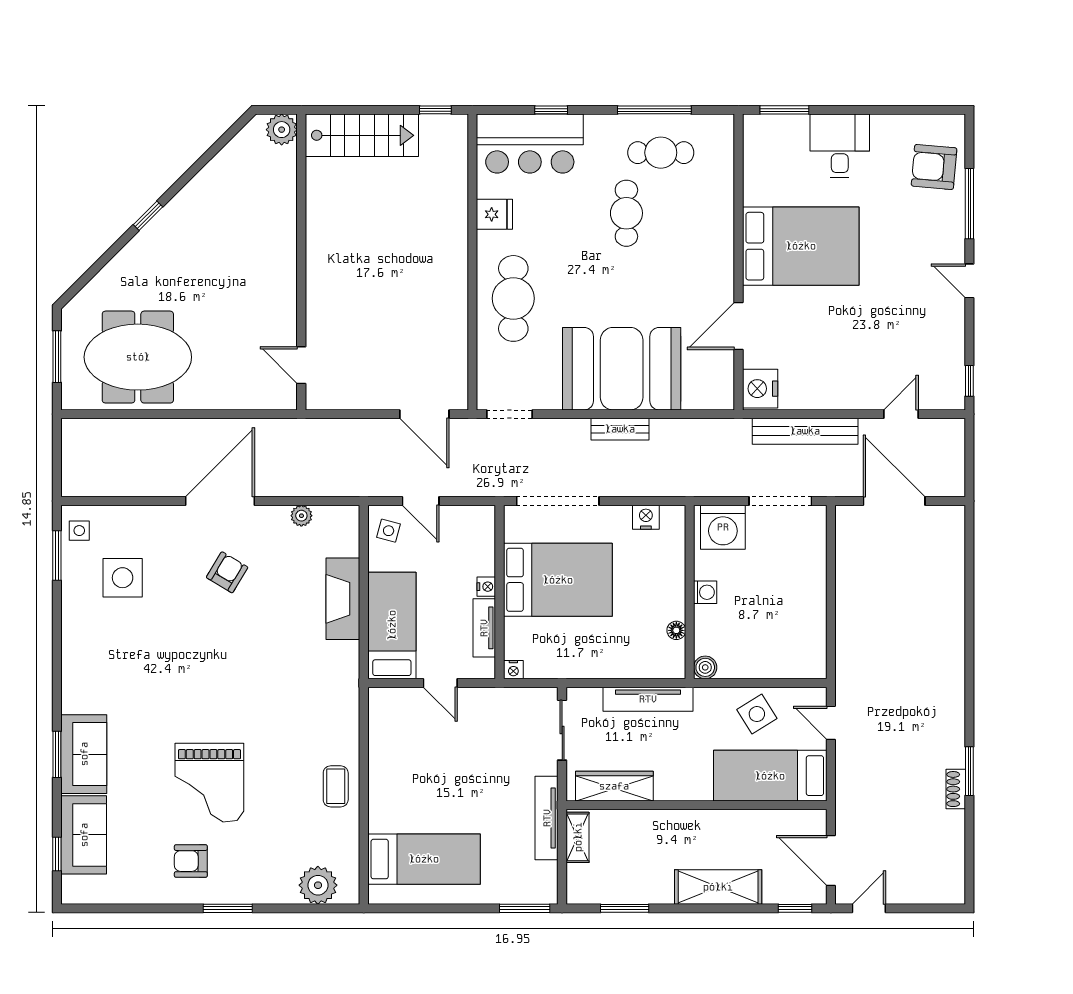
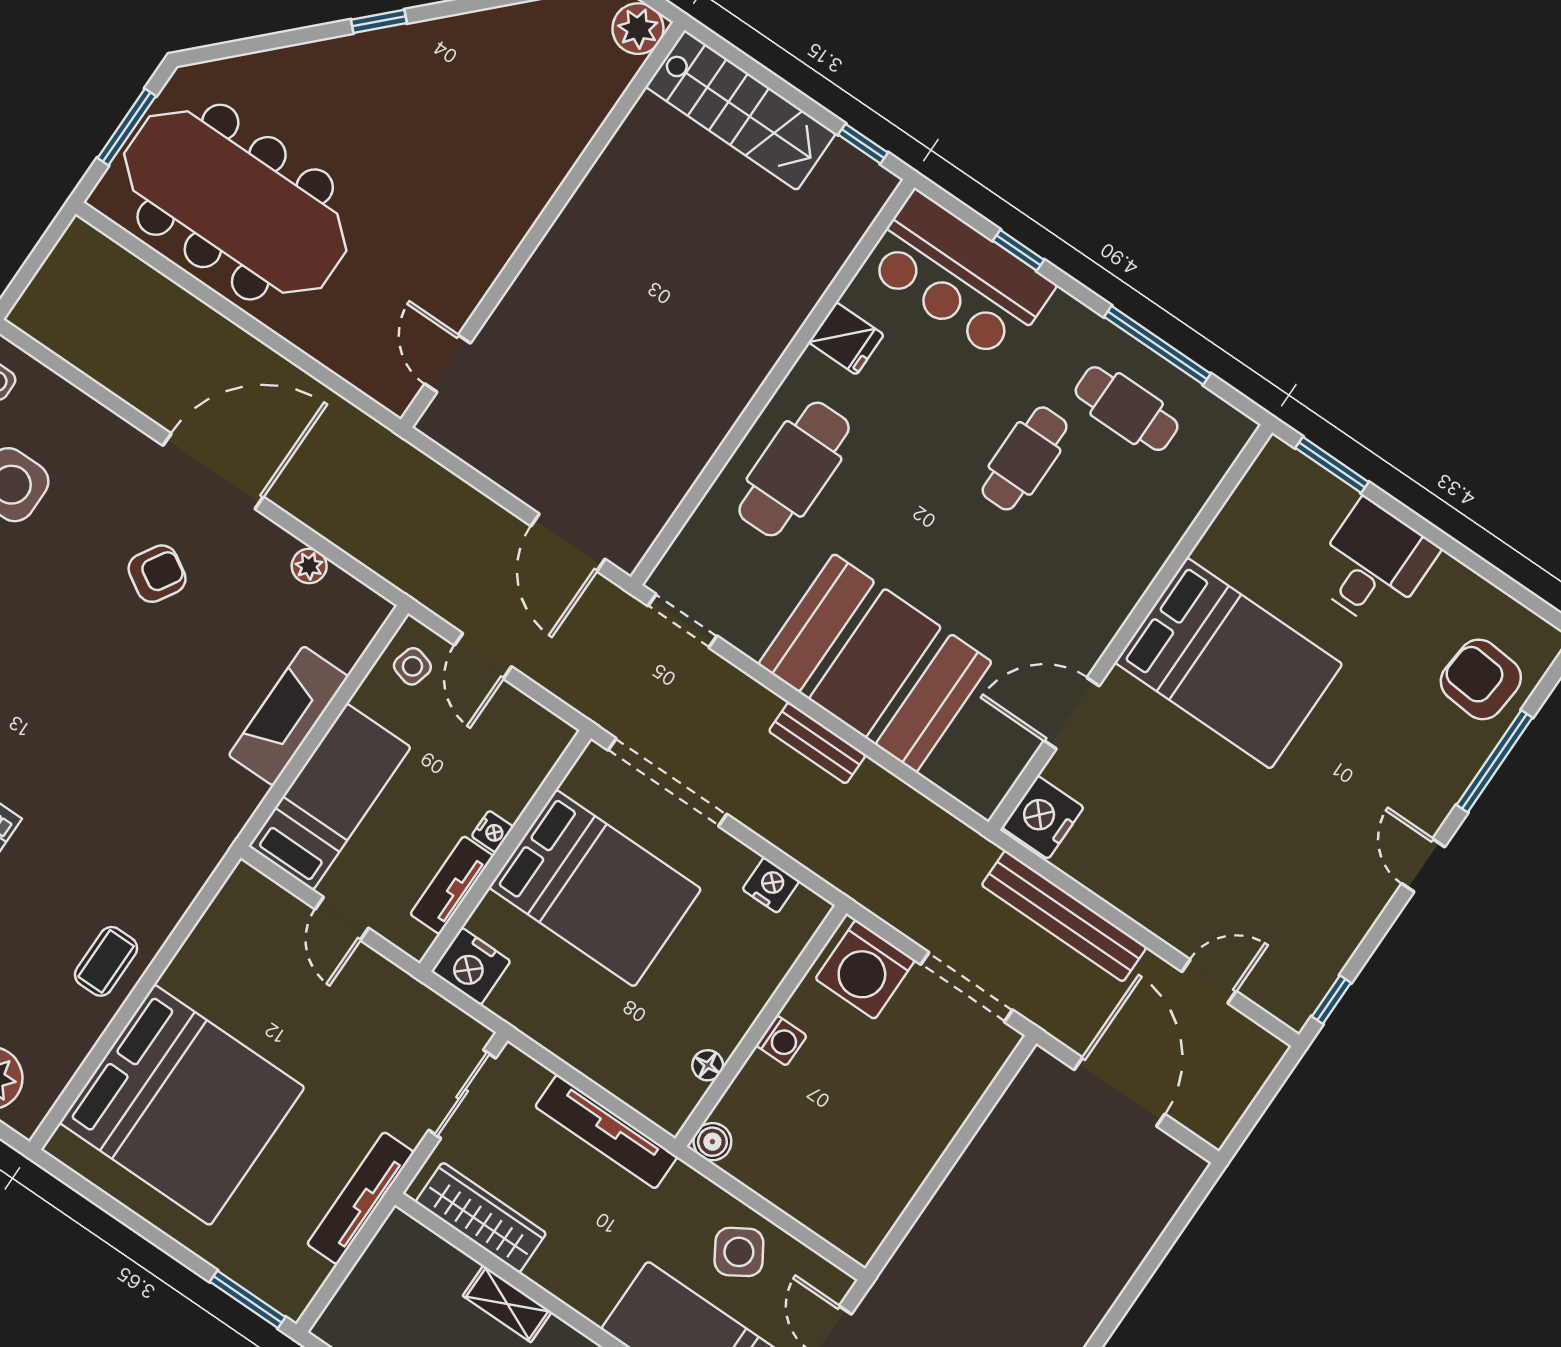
meeting table: (138, 357) -> (235, 202), width x1.36
nightstand: (513, 670) -> (471, 966), width x1.89, depth x1.79
shelving: (578, 837) -> (507, 1304), moved, turned 90
bed: (424, 859) -> (182, 1105), width x2.04

